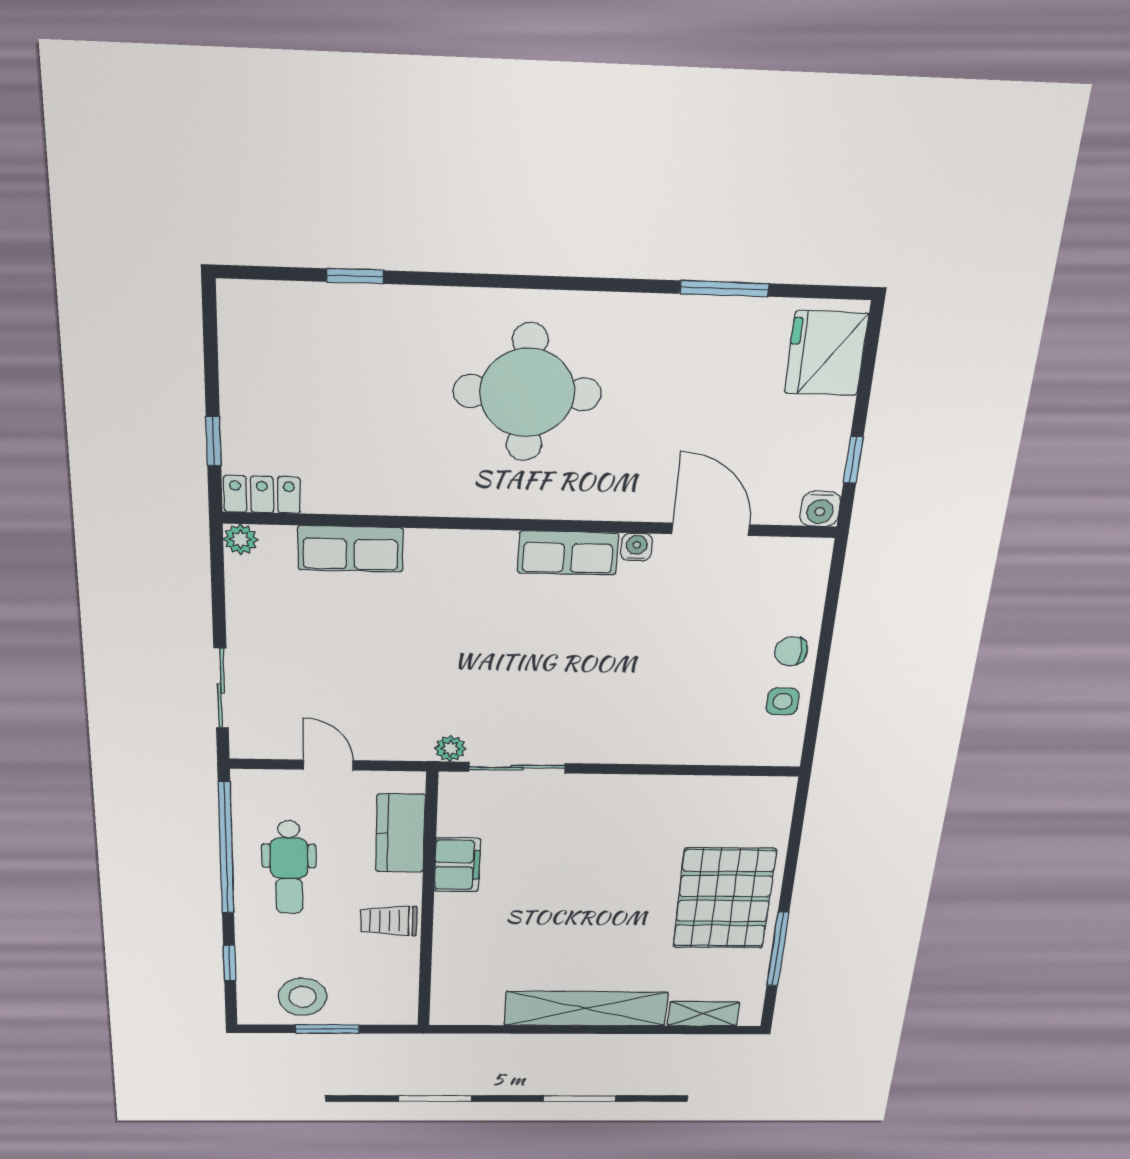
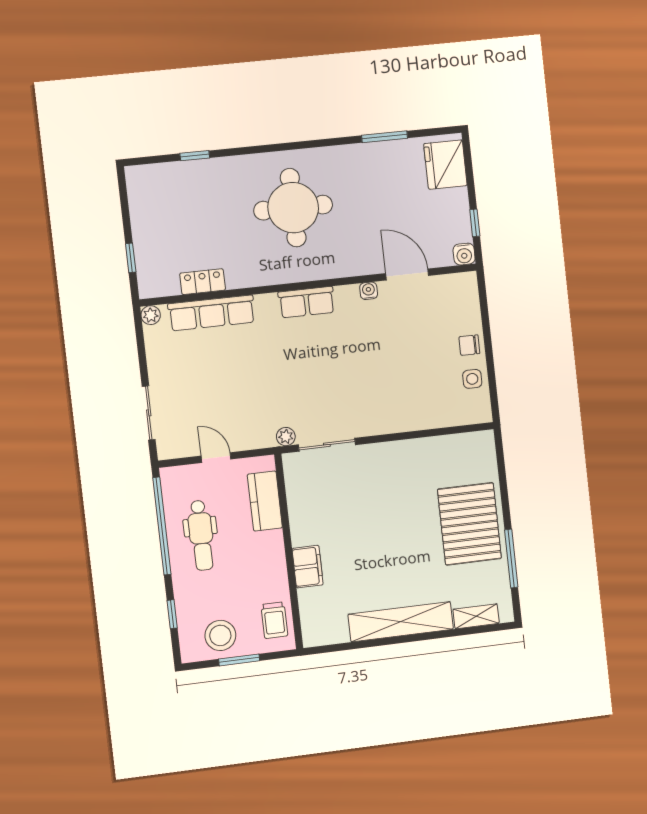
locker: (262, 495) -> (203, 282), moved
row of seats: (351, 549) -> (212, 313), width x1.48
row of seats: (568, 553) -> (307, 302), moved
filing cabinet: (457, 865) -> (308, 567), moved
trolley: (389, 921) -> (274, 620), moved, turned -90

